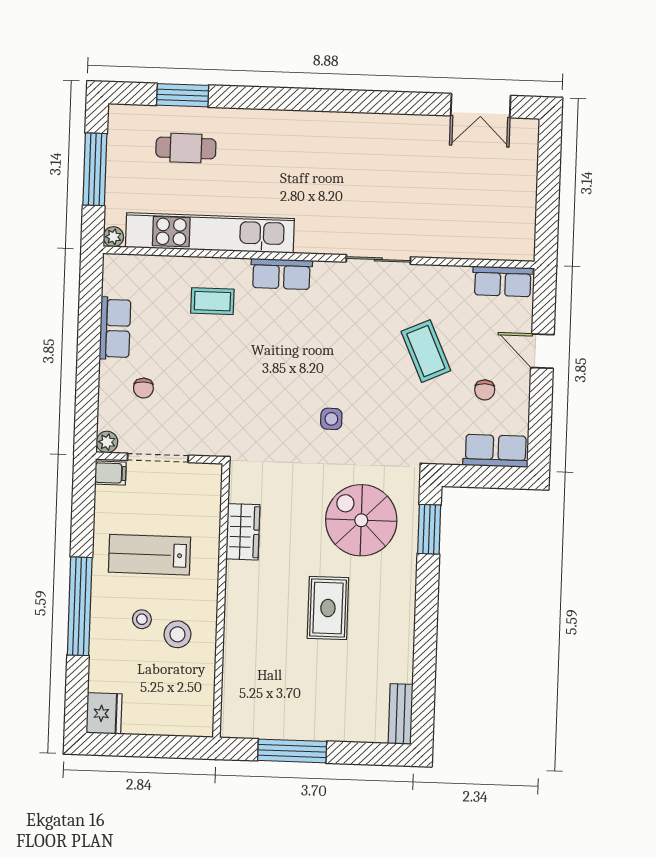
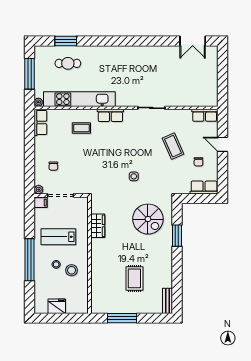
row of seats: (115, 328) -> (40, 122), moved
spiral stairs: (361, 520) -> (148, 219), turned 180
window: (429, 529) -> (177, 236), moved
rug: (328, 608) -> (134, 278), moved
fridge: (104, 713) -> (57, 306), moved, turned -90

